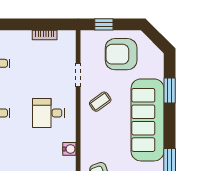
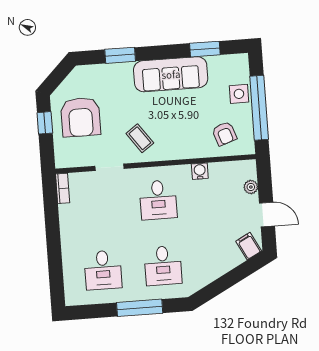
window: (104, 24) -> (45, 123), moved
bookcase: (45, 35) -> (63, 188), moved
sofa: (148, 120) -> (171, 74), width x0.74, depth x0.79

